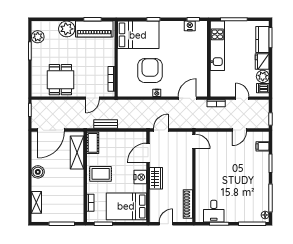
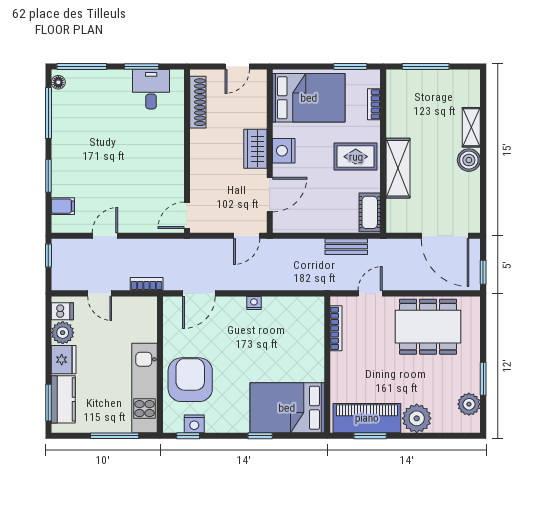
armchair: (150, 70) -> (190, 380), moved, turned 180
dining table: (60, 80) -> (428, 327), width x1.38
door: (51, 130) -> (445, 236), swing flipped
door: (194, 141) -> (187, 215), hinge flipped
shelving: (77, 152) -> (398, 168), moved
shelving: (36, 202) -> (471, 127), moved

